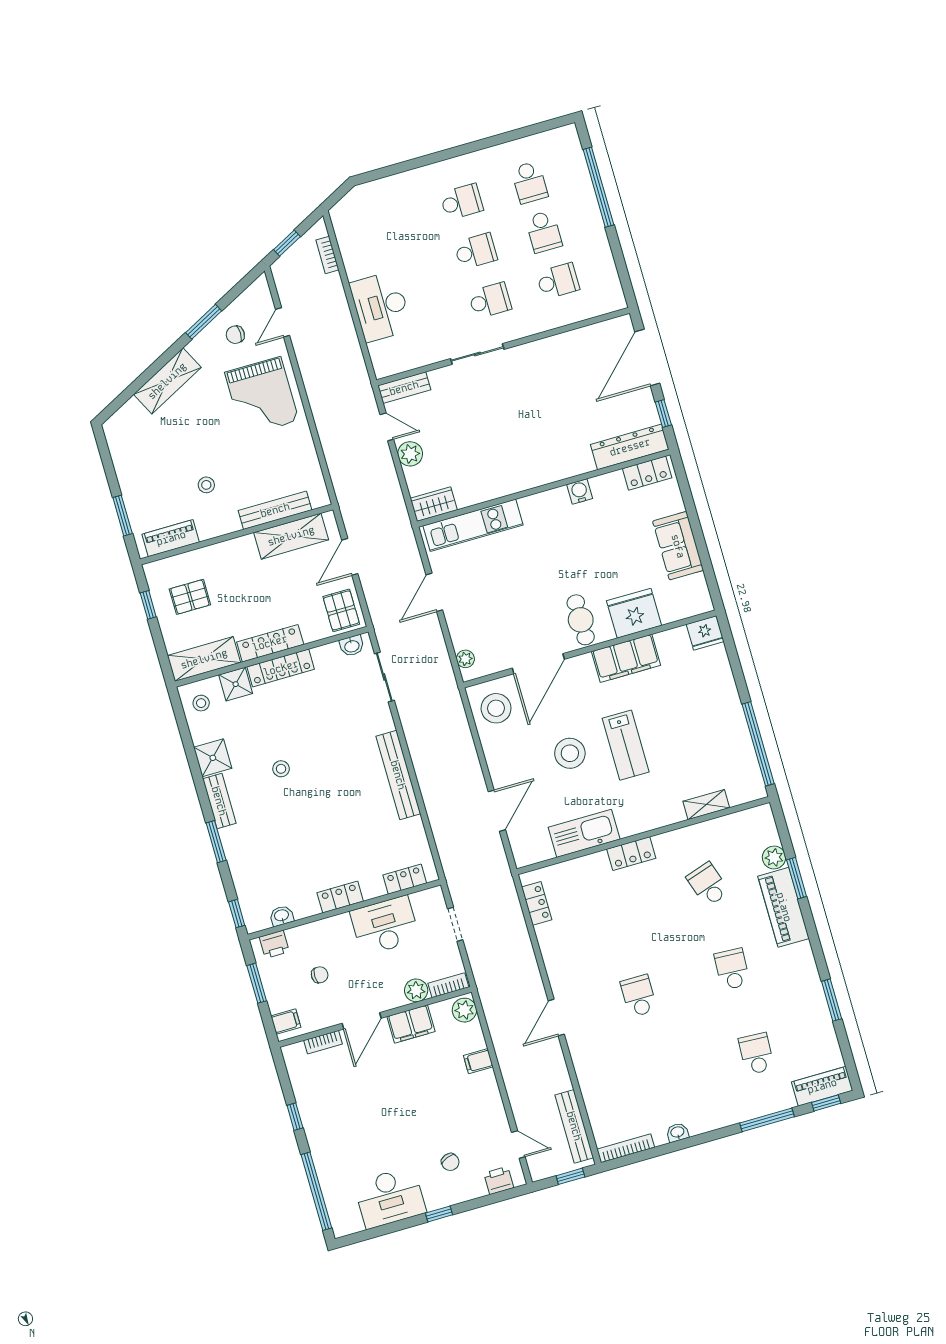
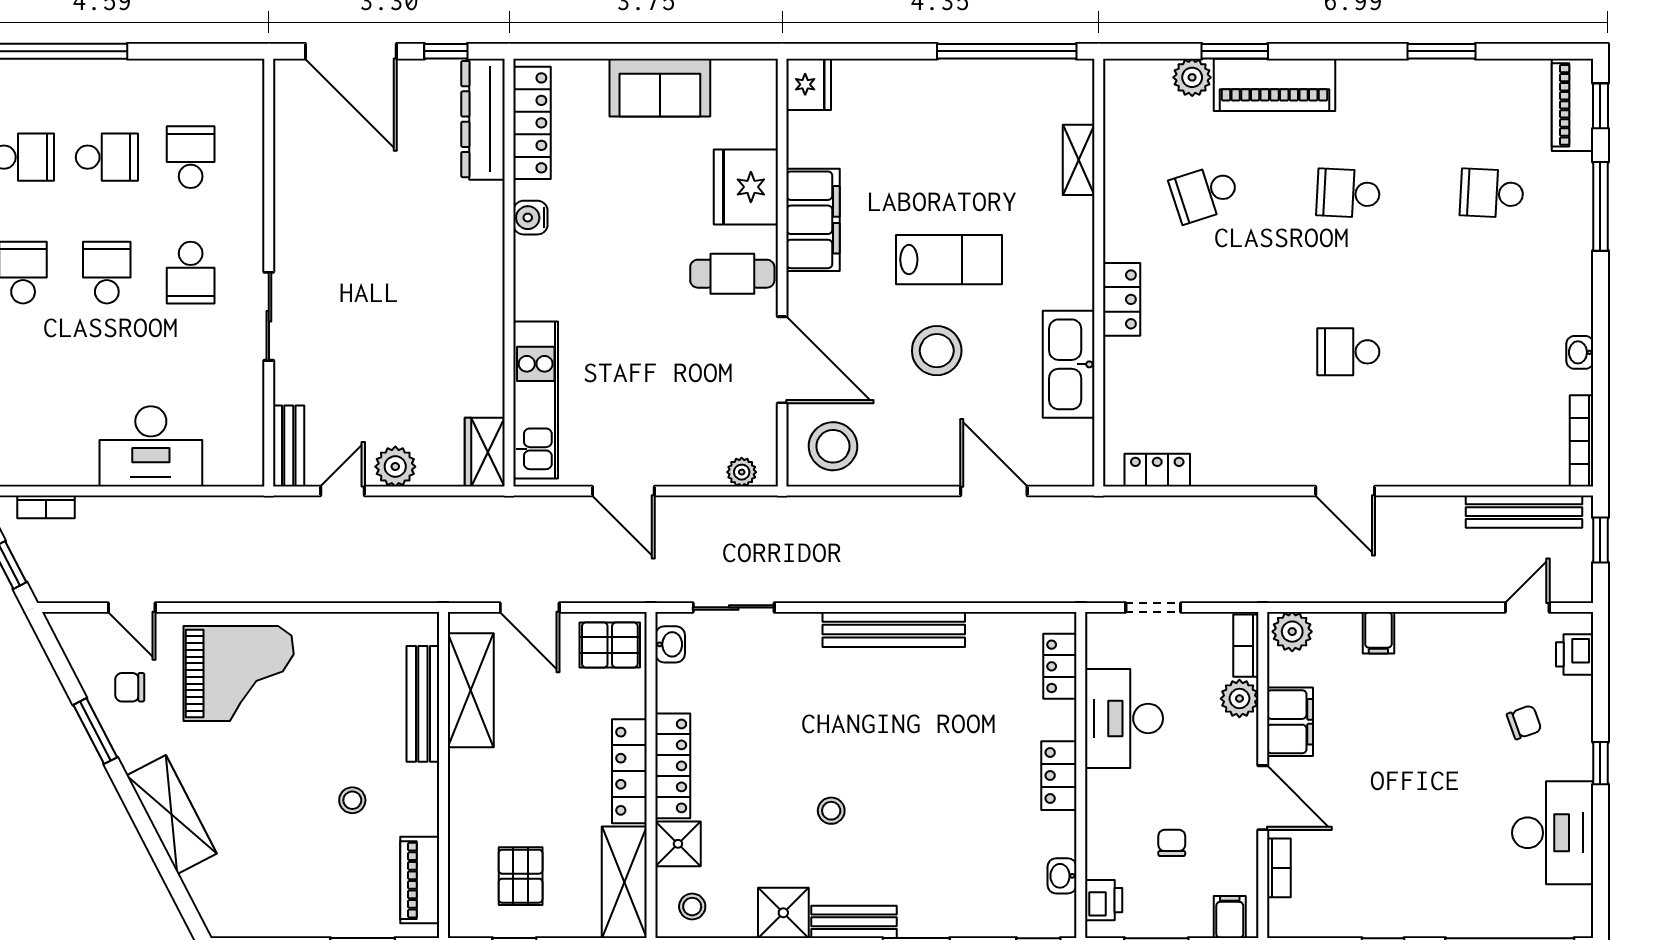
school desk: (490, 301) -> (191, 273), turned 180
chair: (235, 335) -> (130, 687), turned 90
locker: (647, 473) -> (532, 123), width x1.53

